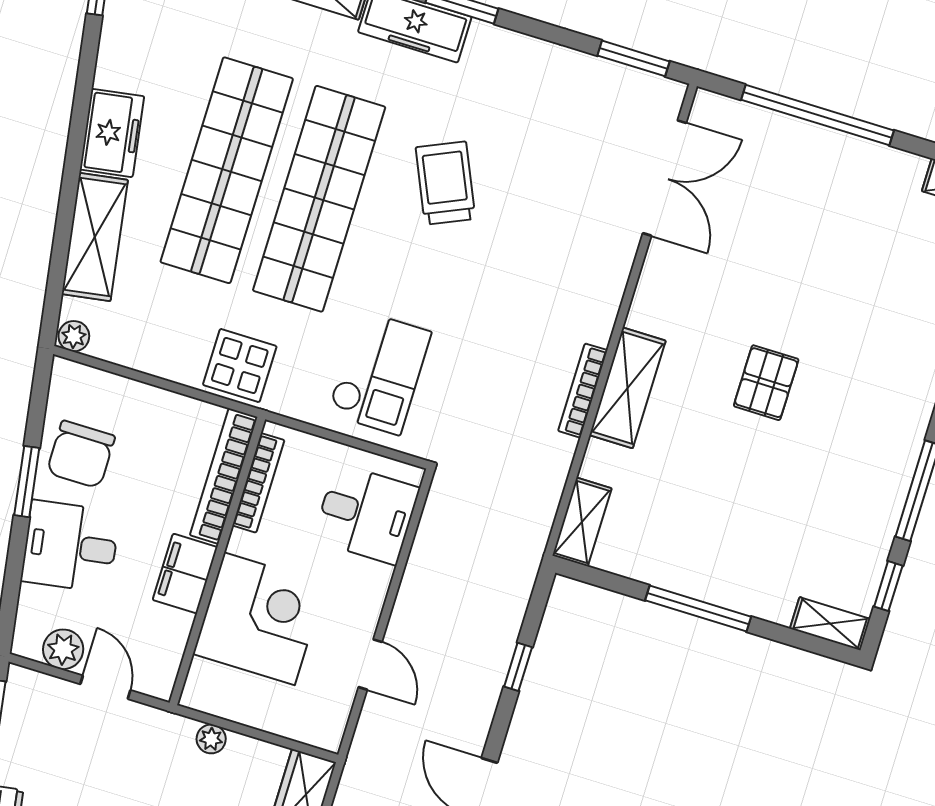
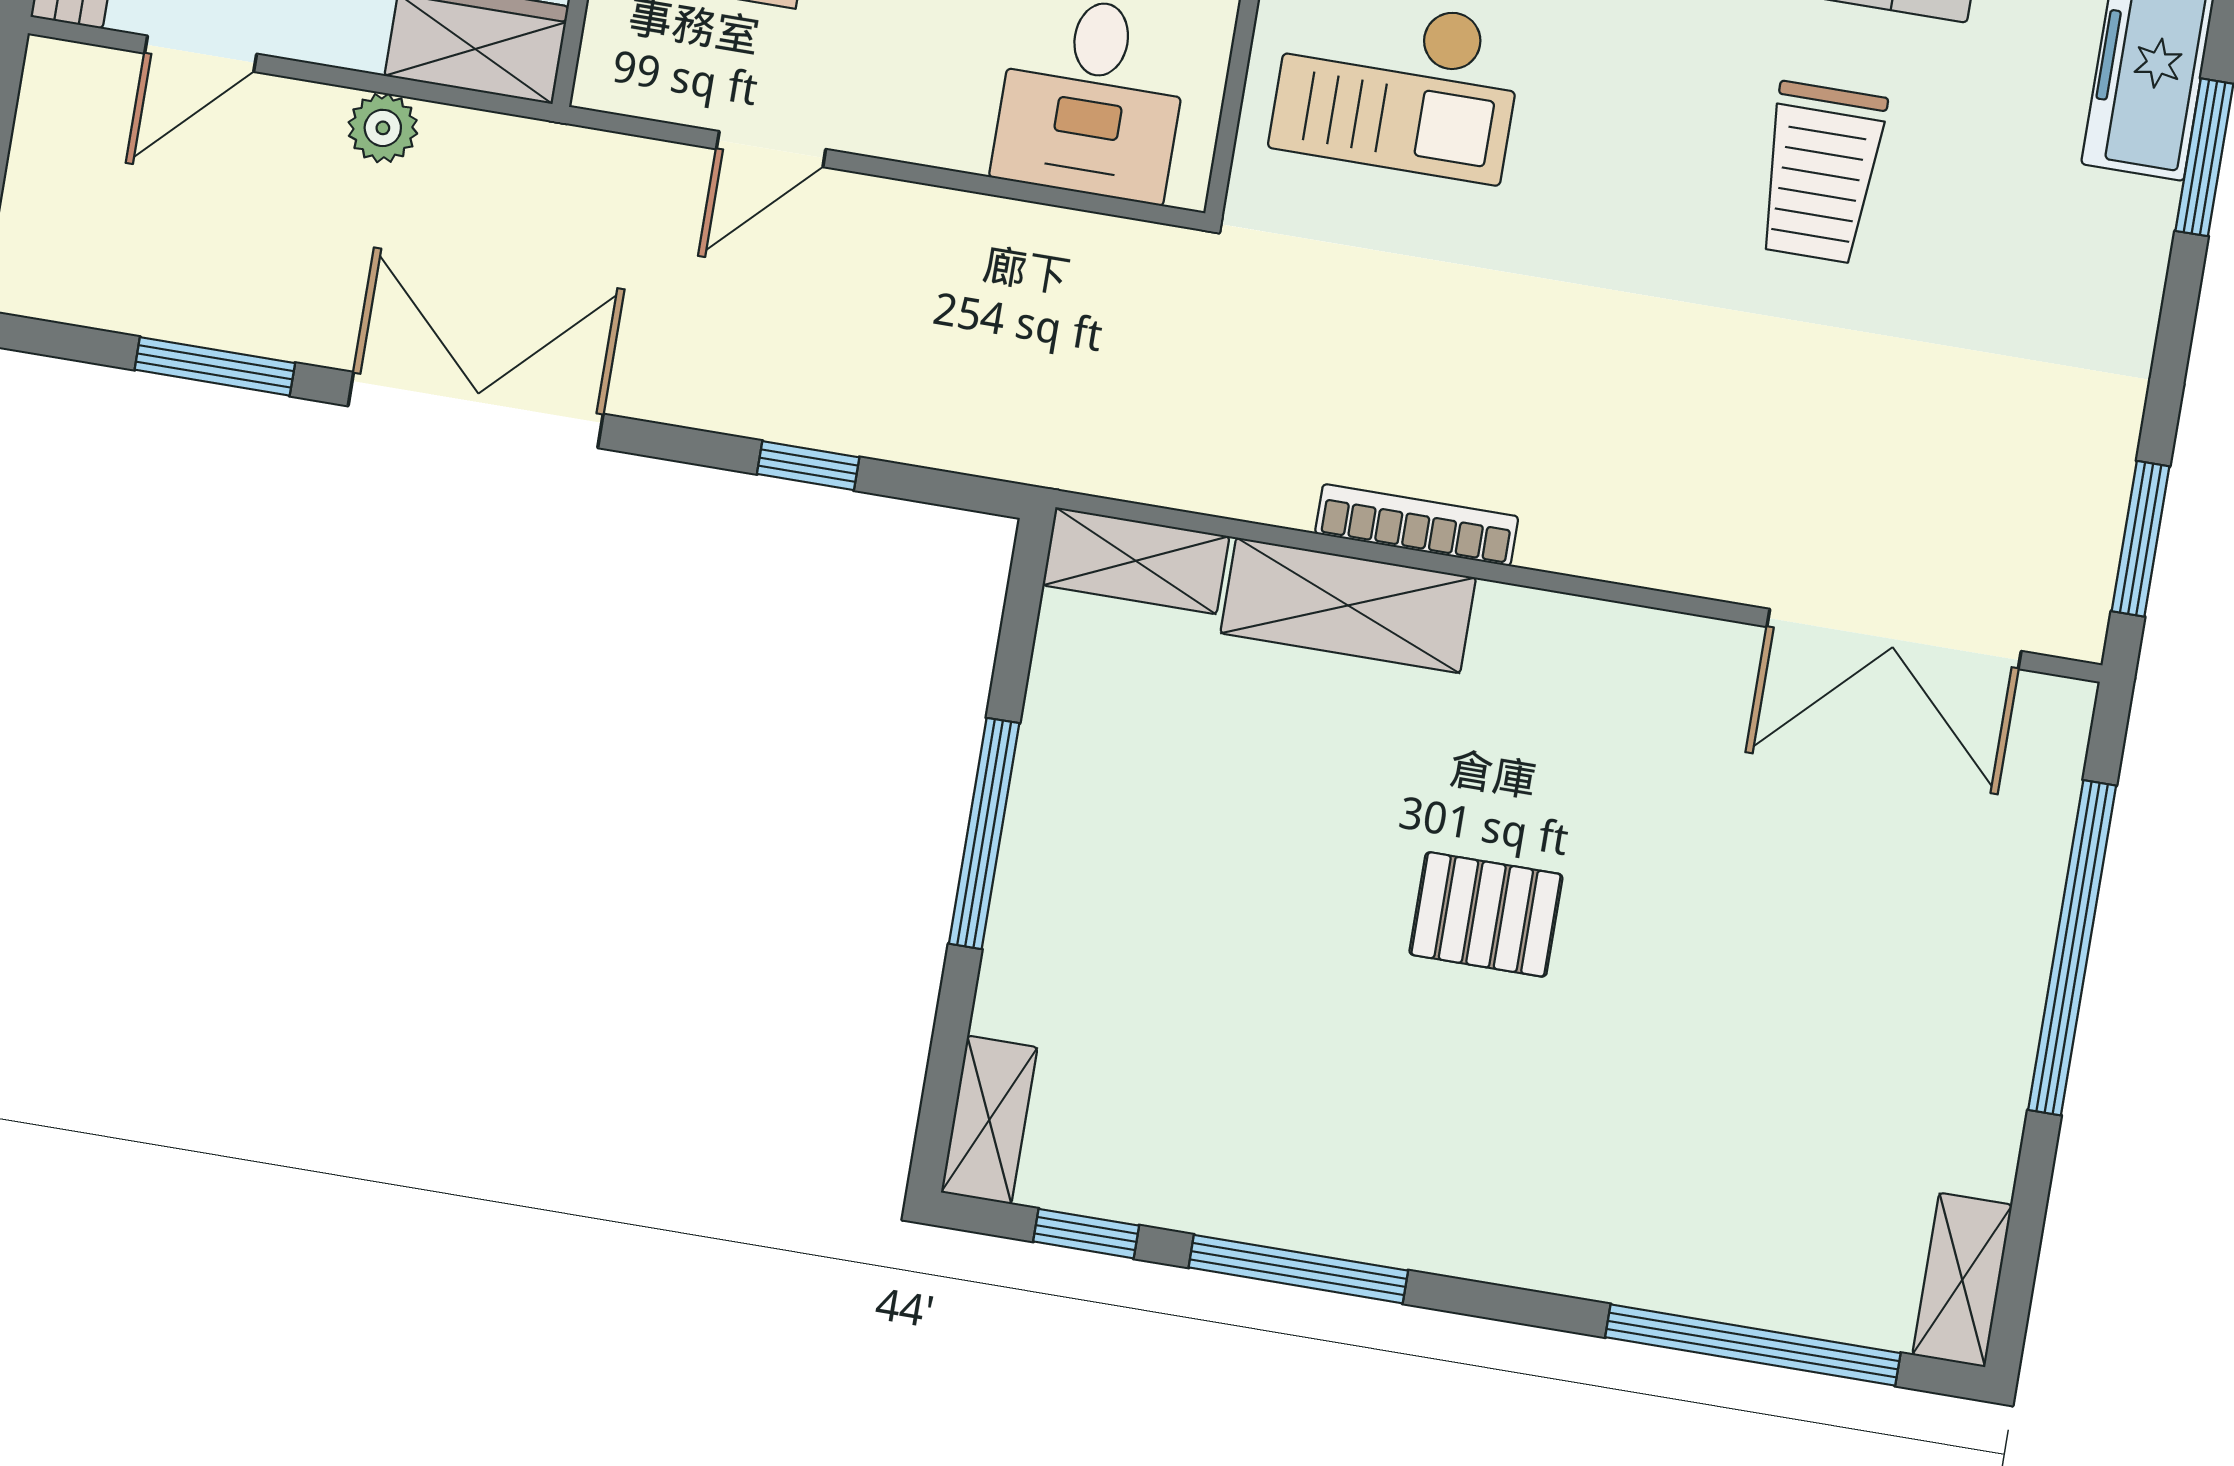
trolley: (445, 183) -> (1821, 173), turned 114
shelving: (628, 388) -> (1348, 605), moved

